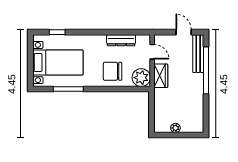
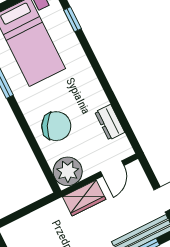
dresser: (121, 40) -> (110, 122), width x0.70
chair: (113, 71) -> (56, 126), turned 119

